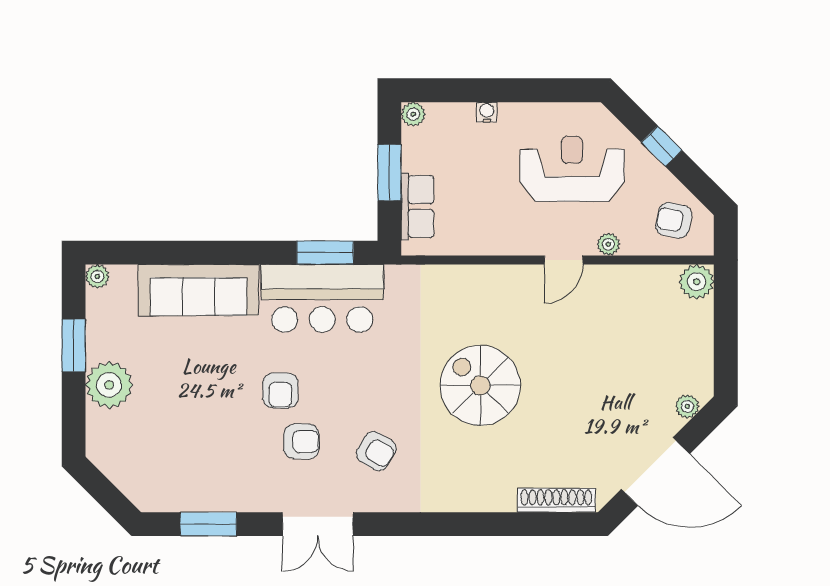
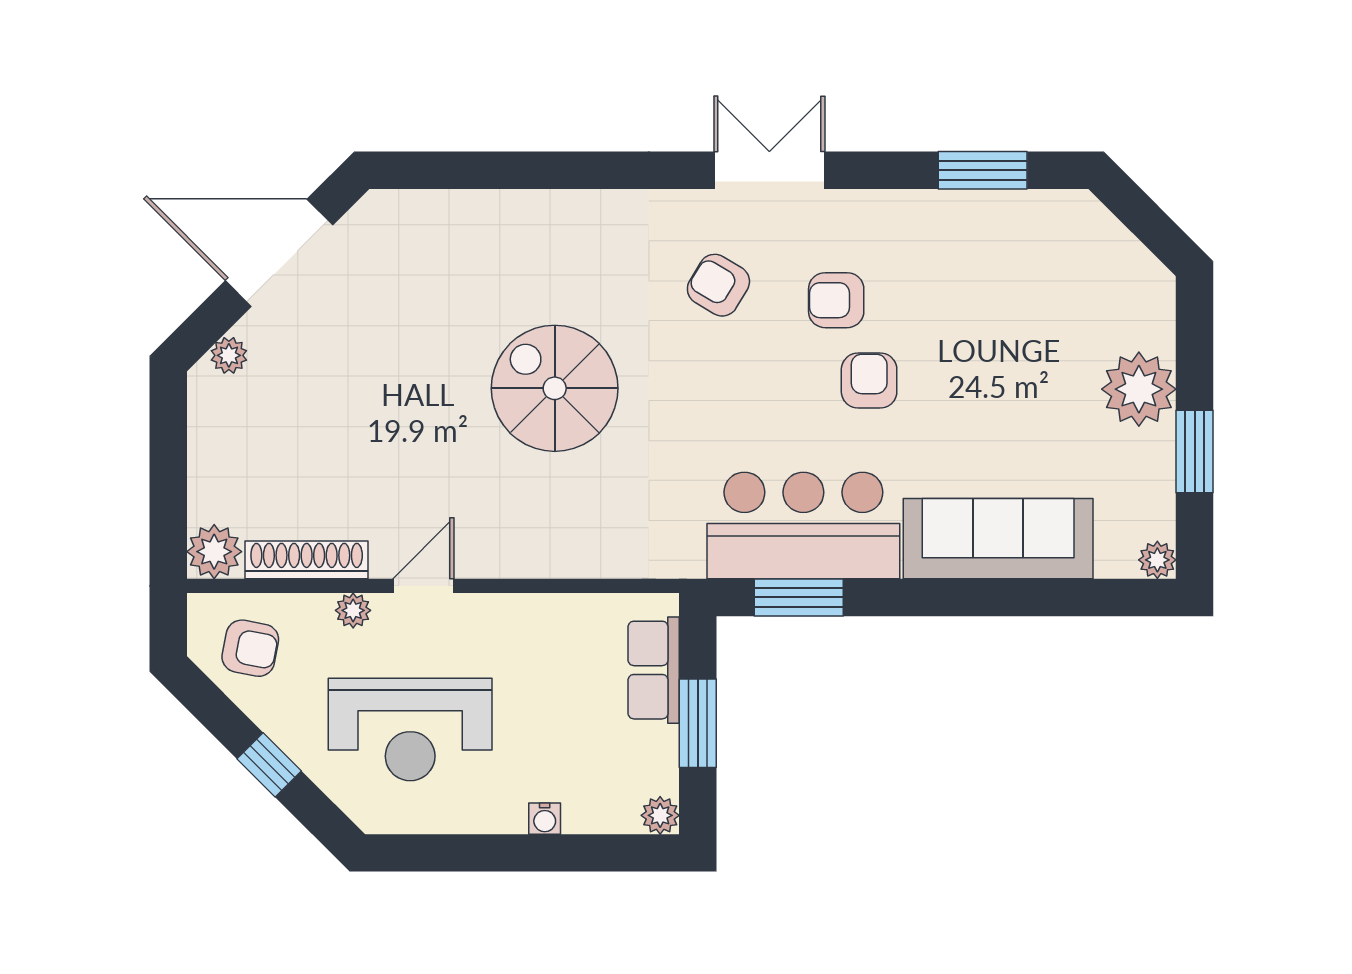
spiral stairs: (480, 385) -> (555, 388), turned 180
shoe rack: (556, 500) -> (307, 560), moved, turned 180
double door: (318, 524) -> (769, 170), moved

